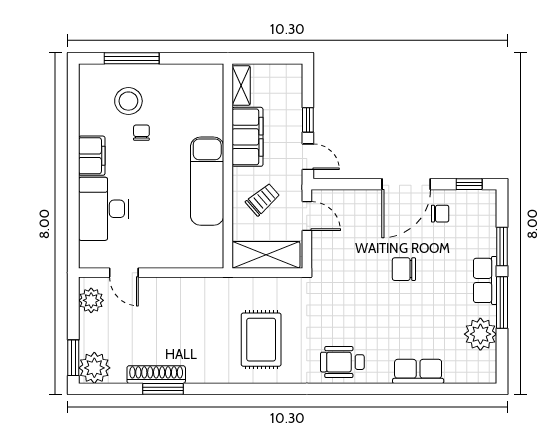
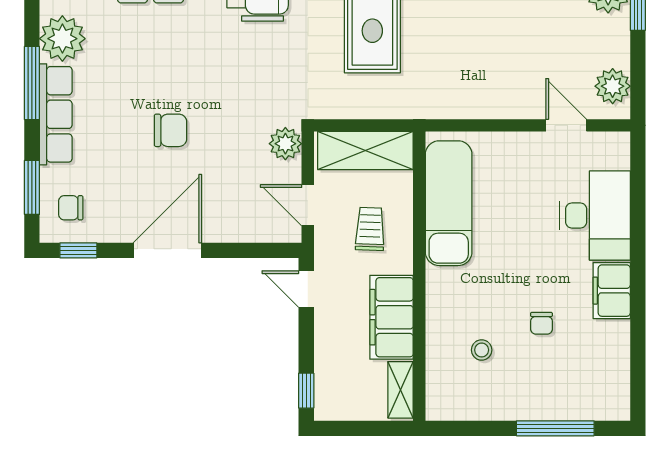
stool: (128, 101) -> (482, 350), moved, width x0.53, depth x0.53
window: (308, 120) -> (306, 391), moved
exam couch: (207, 181) -> (449, 203), moved
trolley: (263, 199) -> (370, 229), turned 133
chair: (440, 214) -> (71, 208), moved
window: (502, 247) -> (32, 187), moved
plant: (323, 260) -> (285, 144), added
row of seats: (485, 280) -> (56, 114), width x1.48

